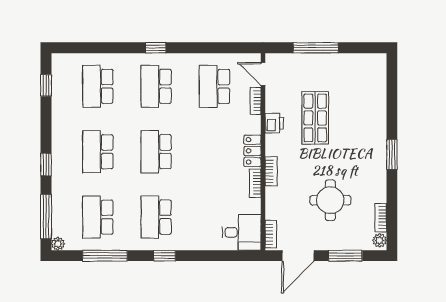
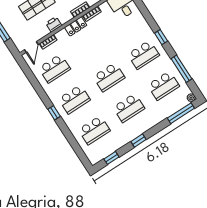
window: (46, 165) -> (138, 141), moved

